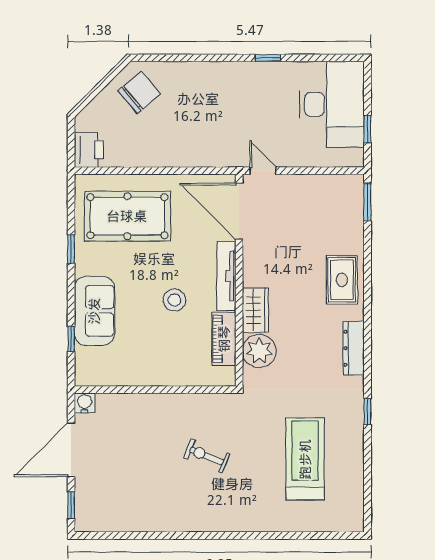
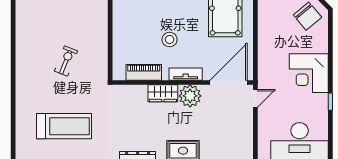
corner desk: (225, 90) -> (309, 73), added
tv unit: (226, 276) -> (186, 74), width x0.71
plant: (259, 351) -> (190, 96), moved

